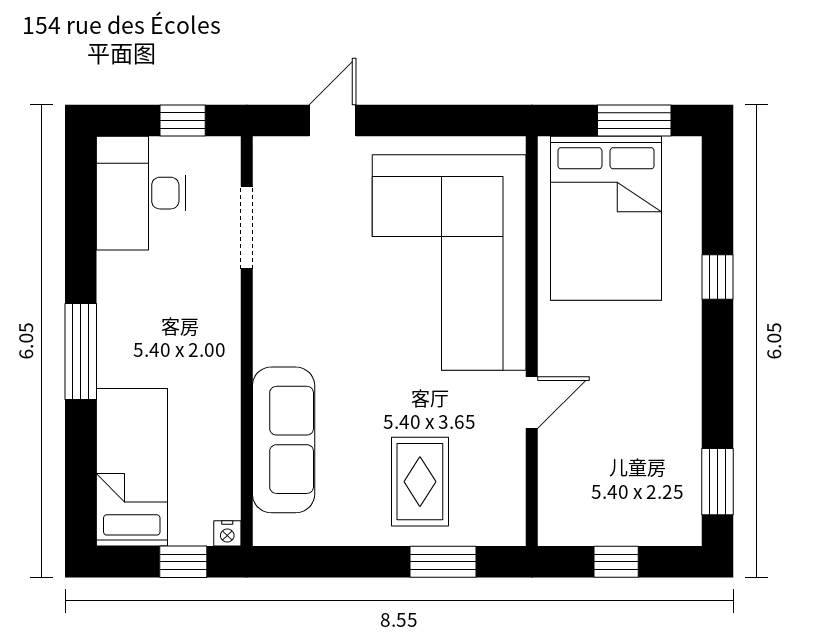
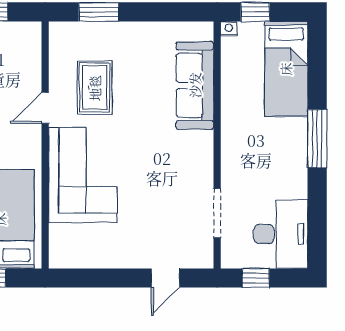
corner sofa: (449, 263) -> (83, 175), width x0.73, depth x0.74
rug: (420, 482) -> (95, 88), moved

